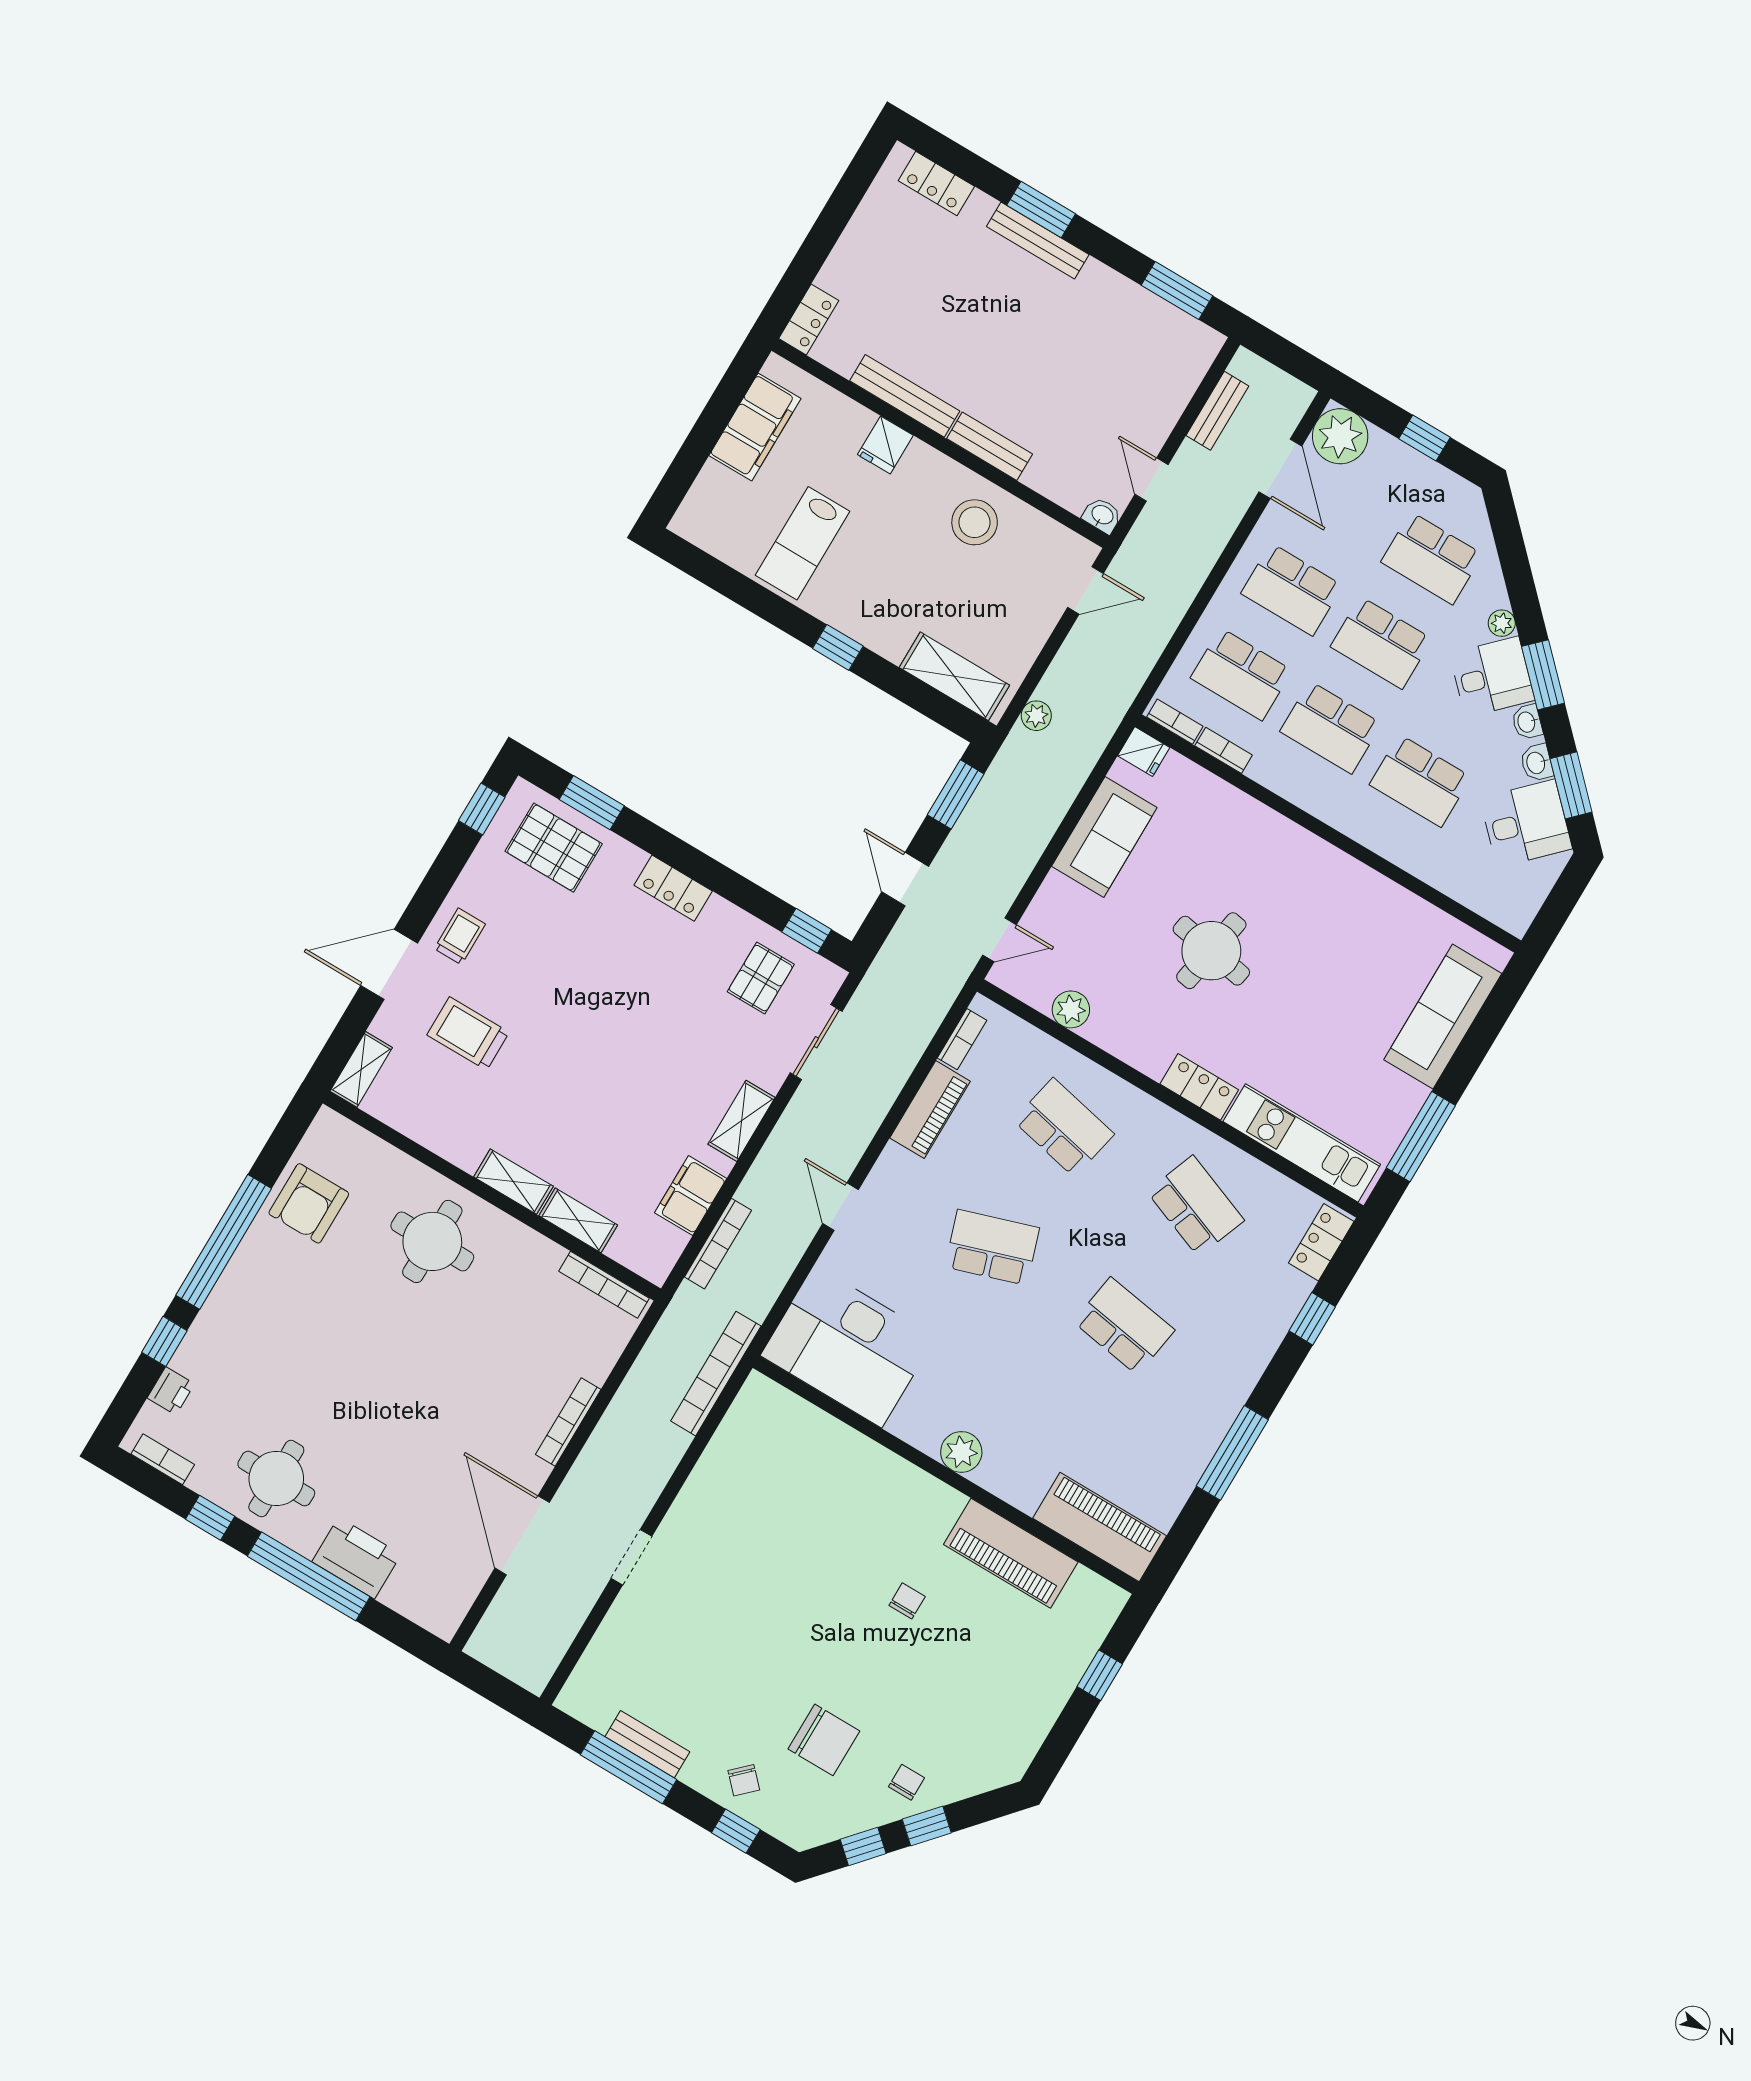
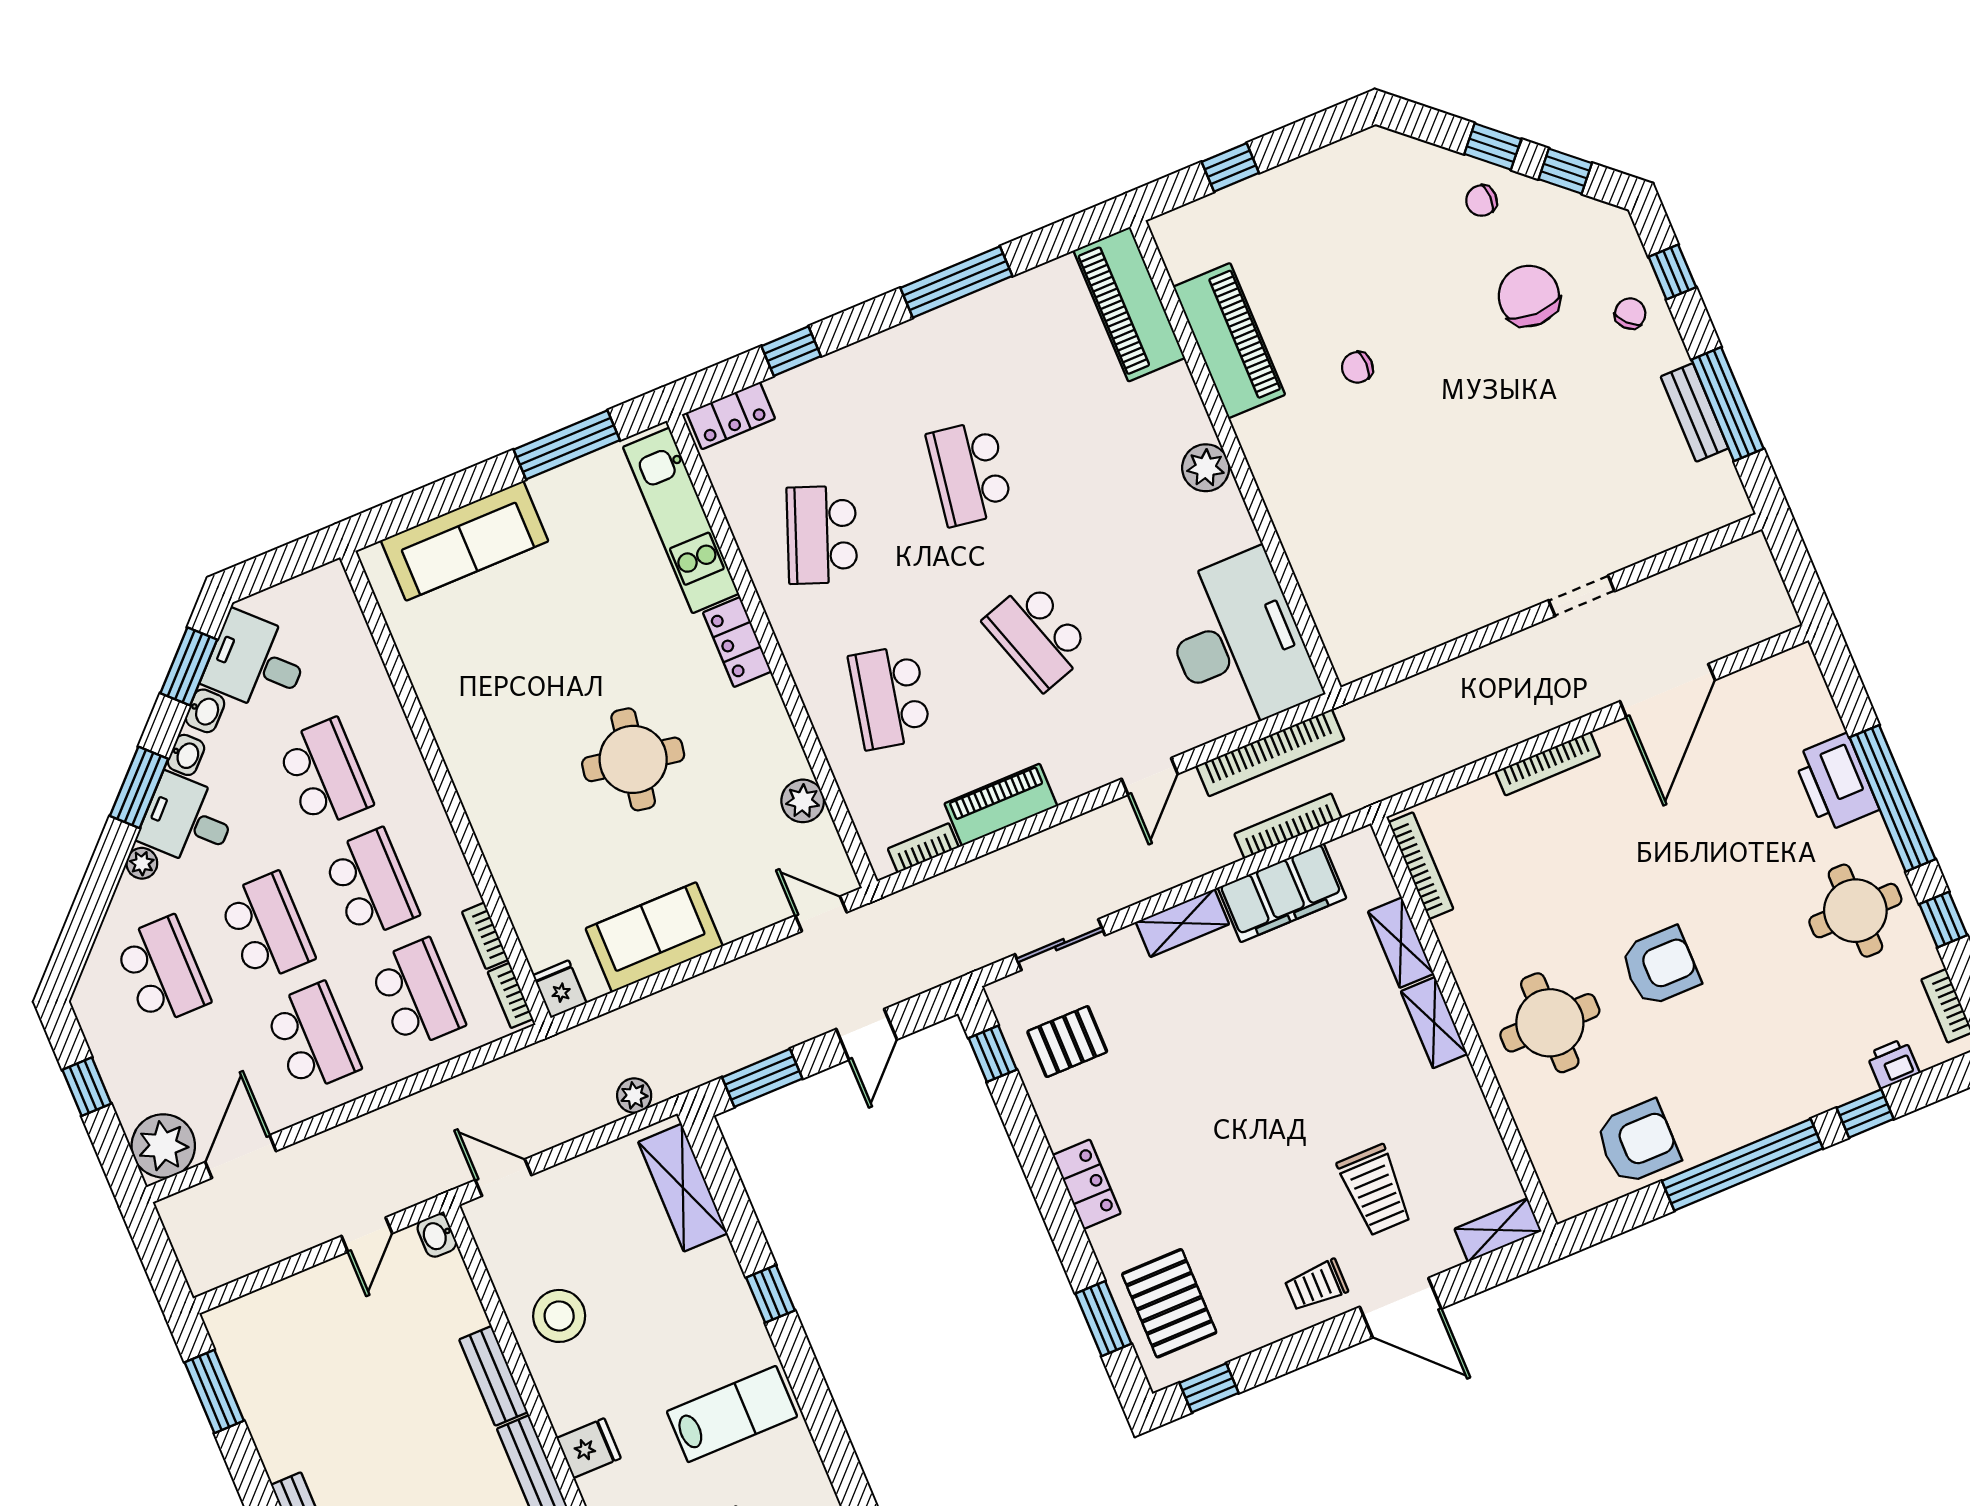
bench: (1217, 411) -> (259, 1253), removed
filing cabinet: (691, 1196) -> (1282, 893), width x1.50, depth x1.17
armchair: (384, 1338) -> (1660, 966), added
bookcase: (716, 1374) -> (1270, 753), moved

